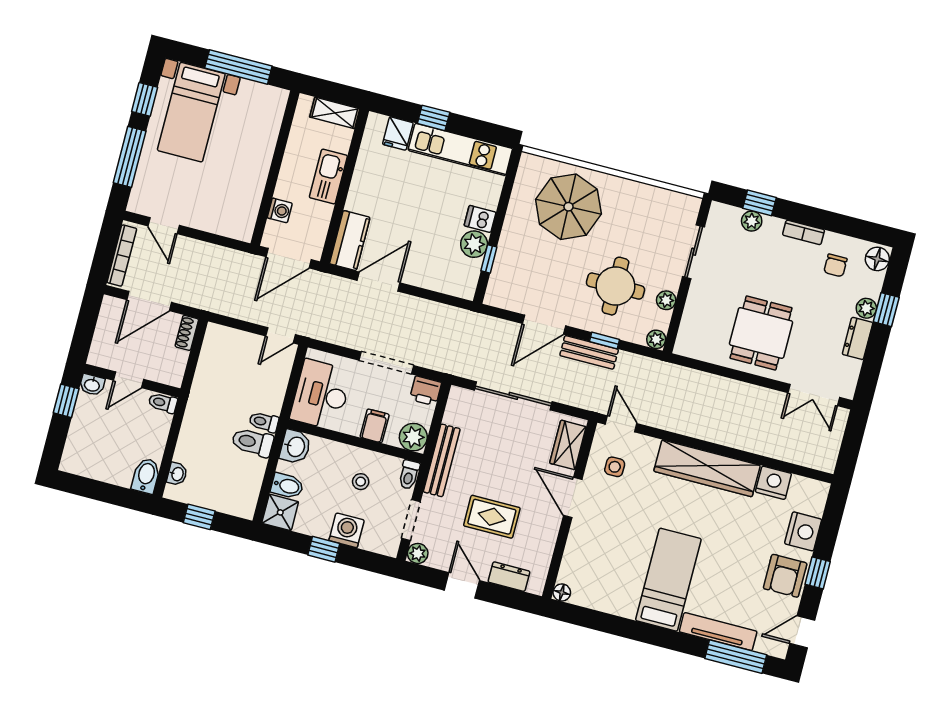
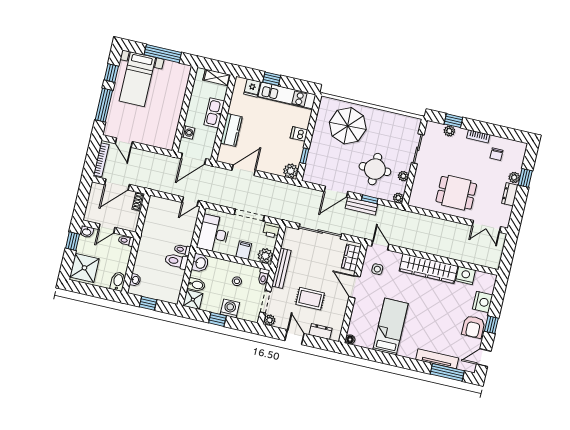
kitchen counter: (350, 241) -> (231, 130), moved
plant: (474, 244) -> (291, 171), moved
floor lamp: (877, 259) -> (520, 150), removed
dining table: (761, 333) -> (456, 193), turned 90
shower: (86, 450) -> (84, 268), added
bed: (668, 580) -> (391, 327), moved

